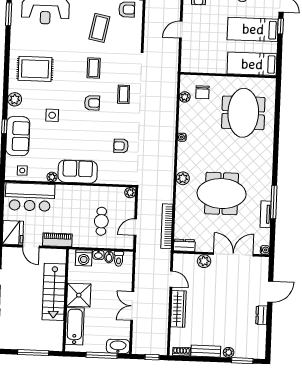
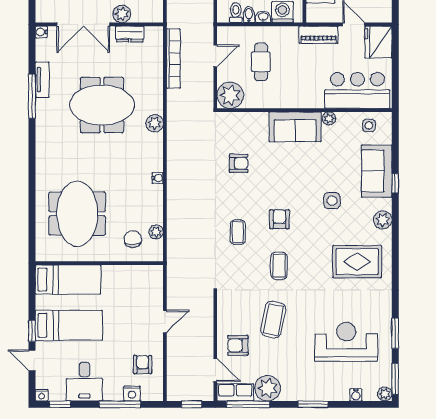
armchair: (92, 103) -> (279, 219), turned 90
plant: (130, 193) -> (230, 95), width x1.87, depth x1.87
dresser: (184, 245) -> (130, 34), moved

